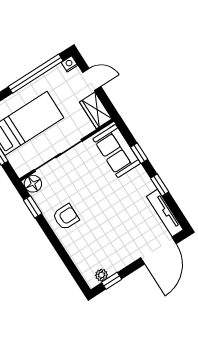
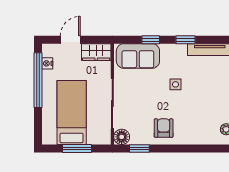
nightstand: (69, 64) -> (47, 63), moved
side table: (113, 202) -> (176, 84), added

